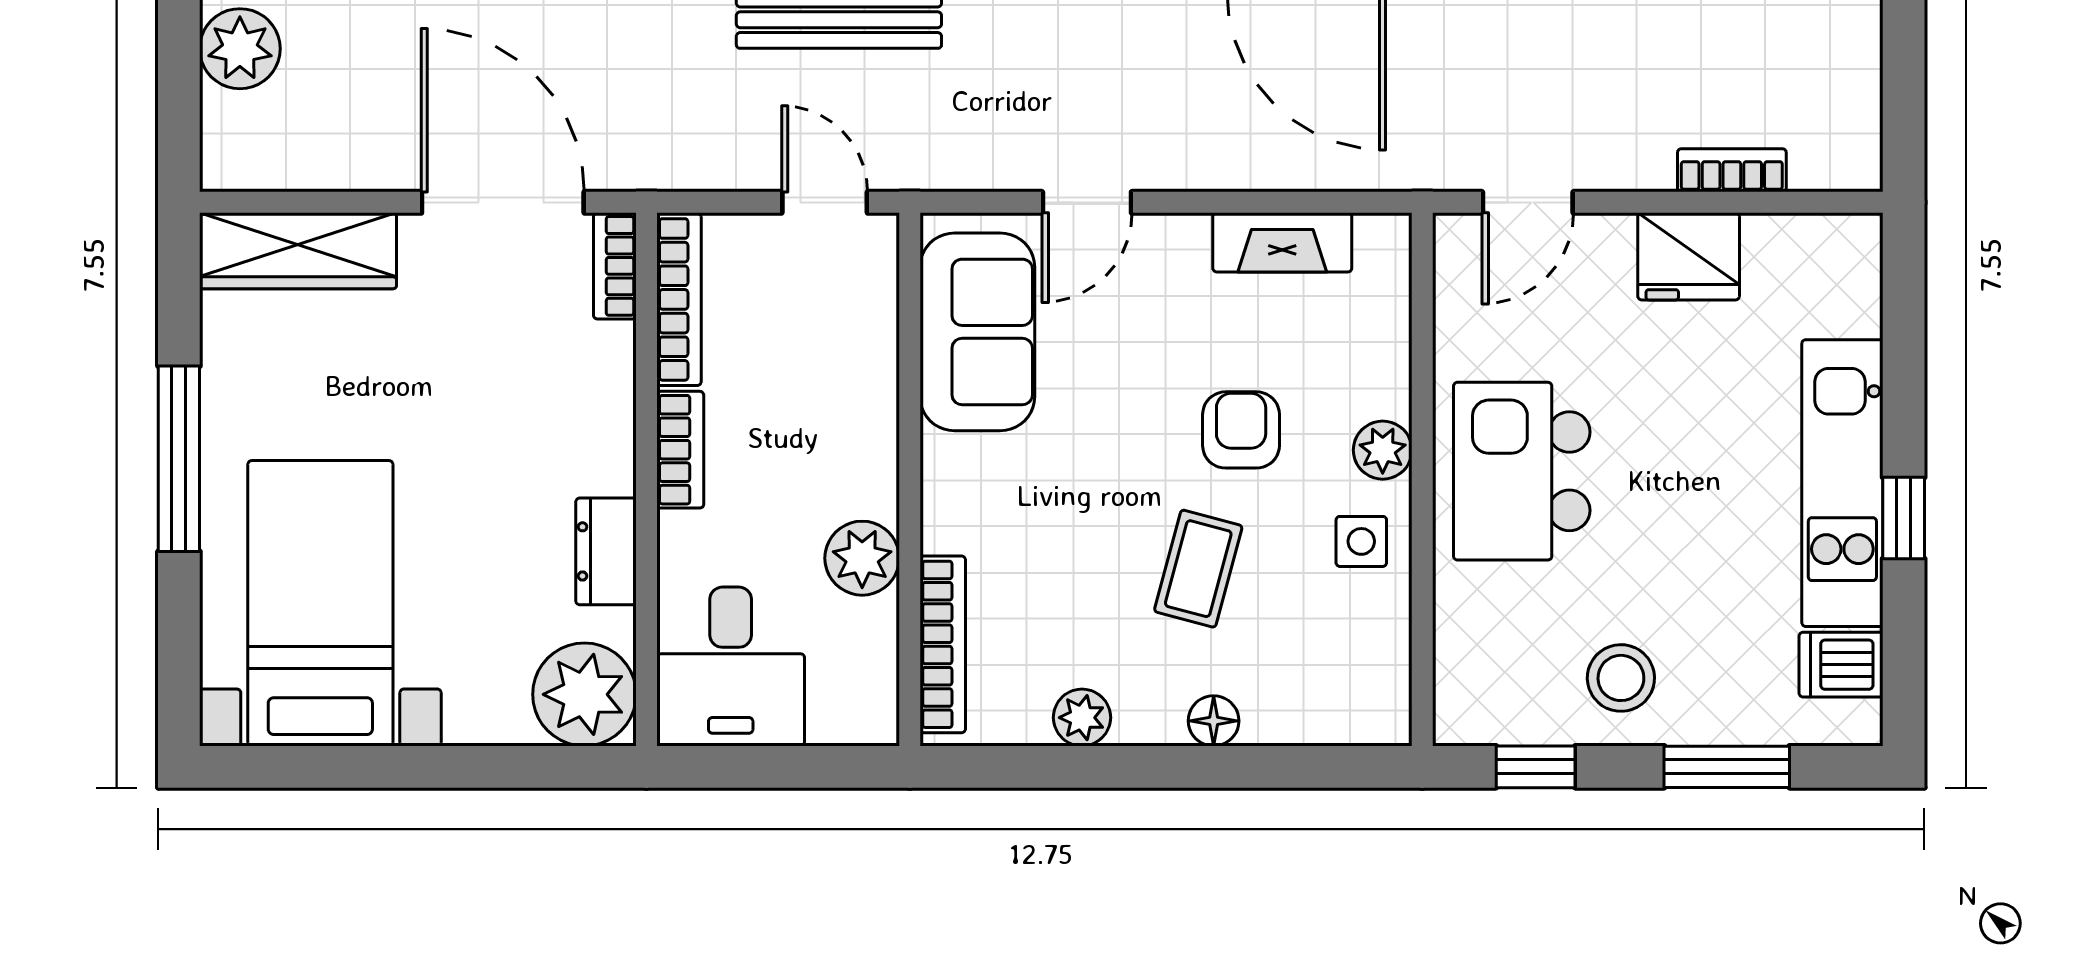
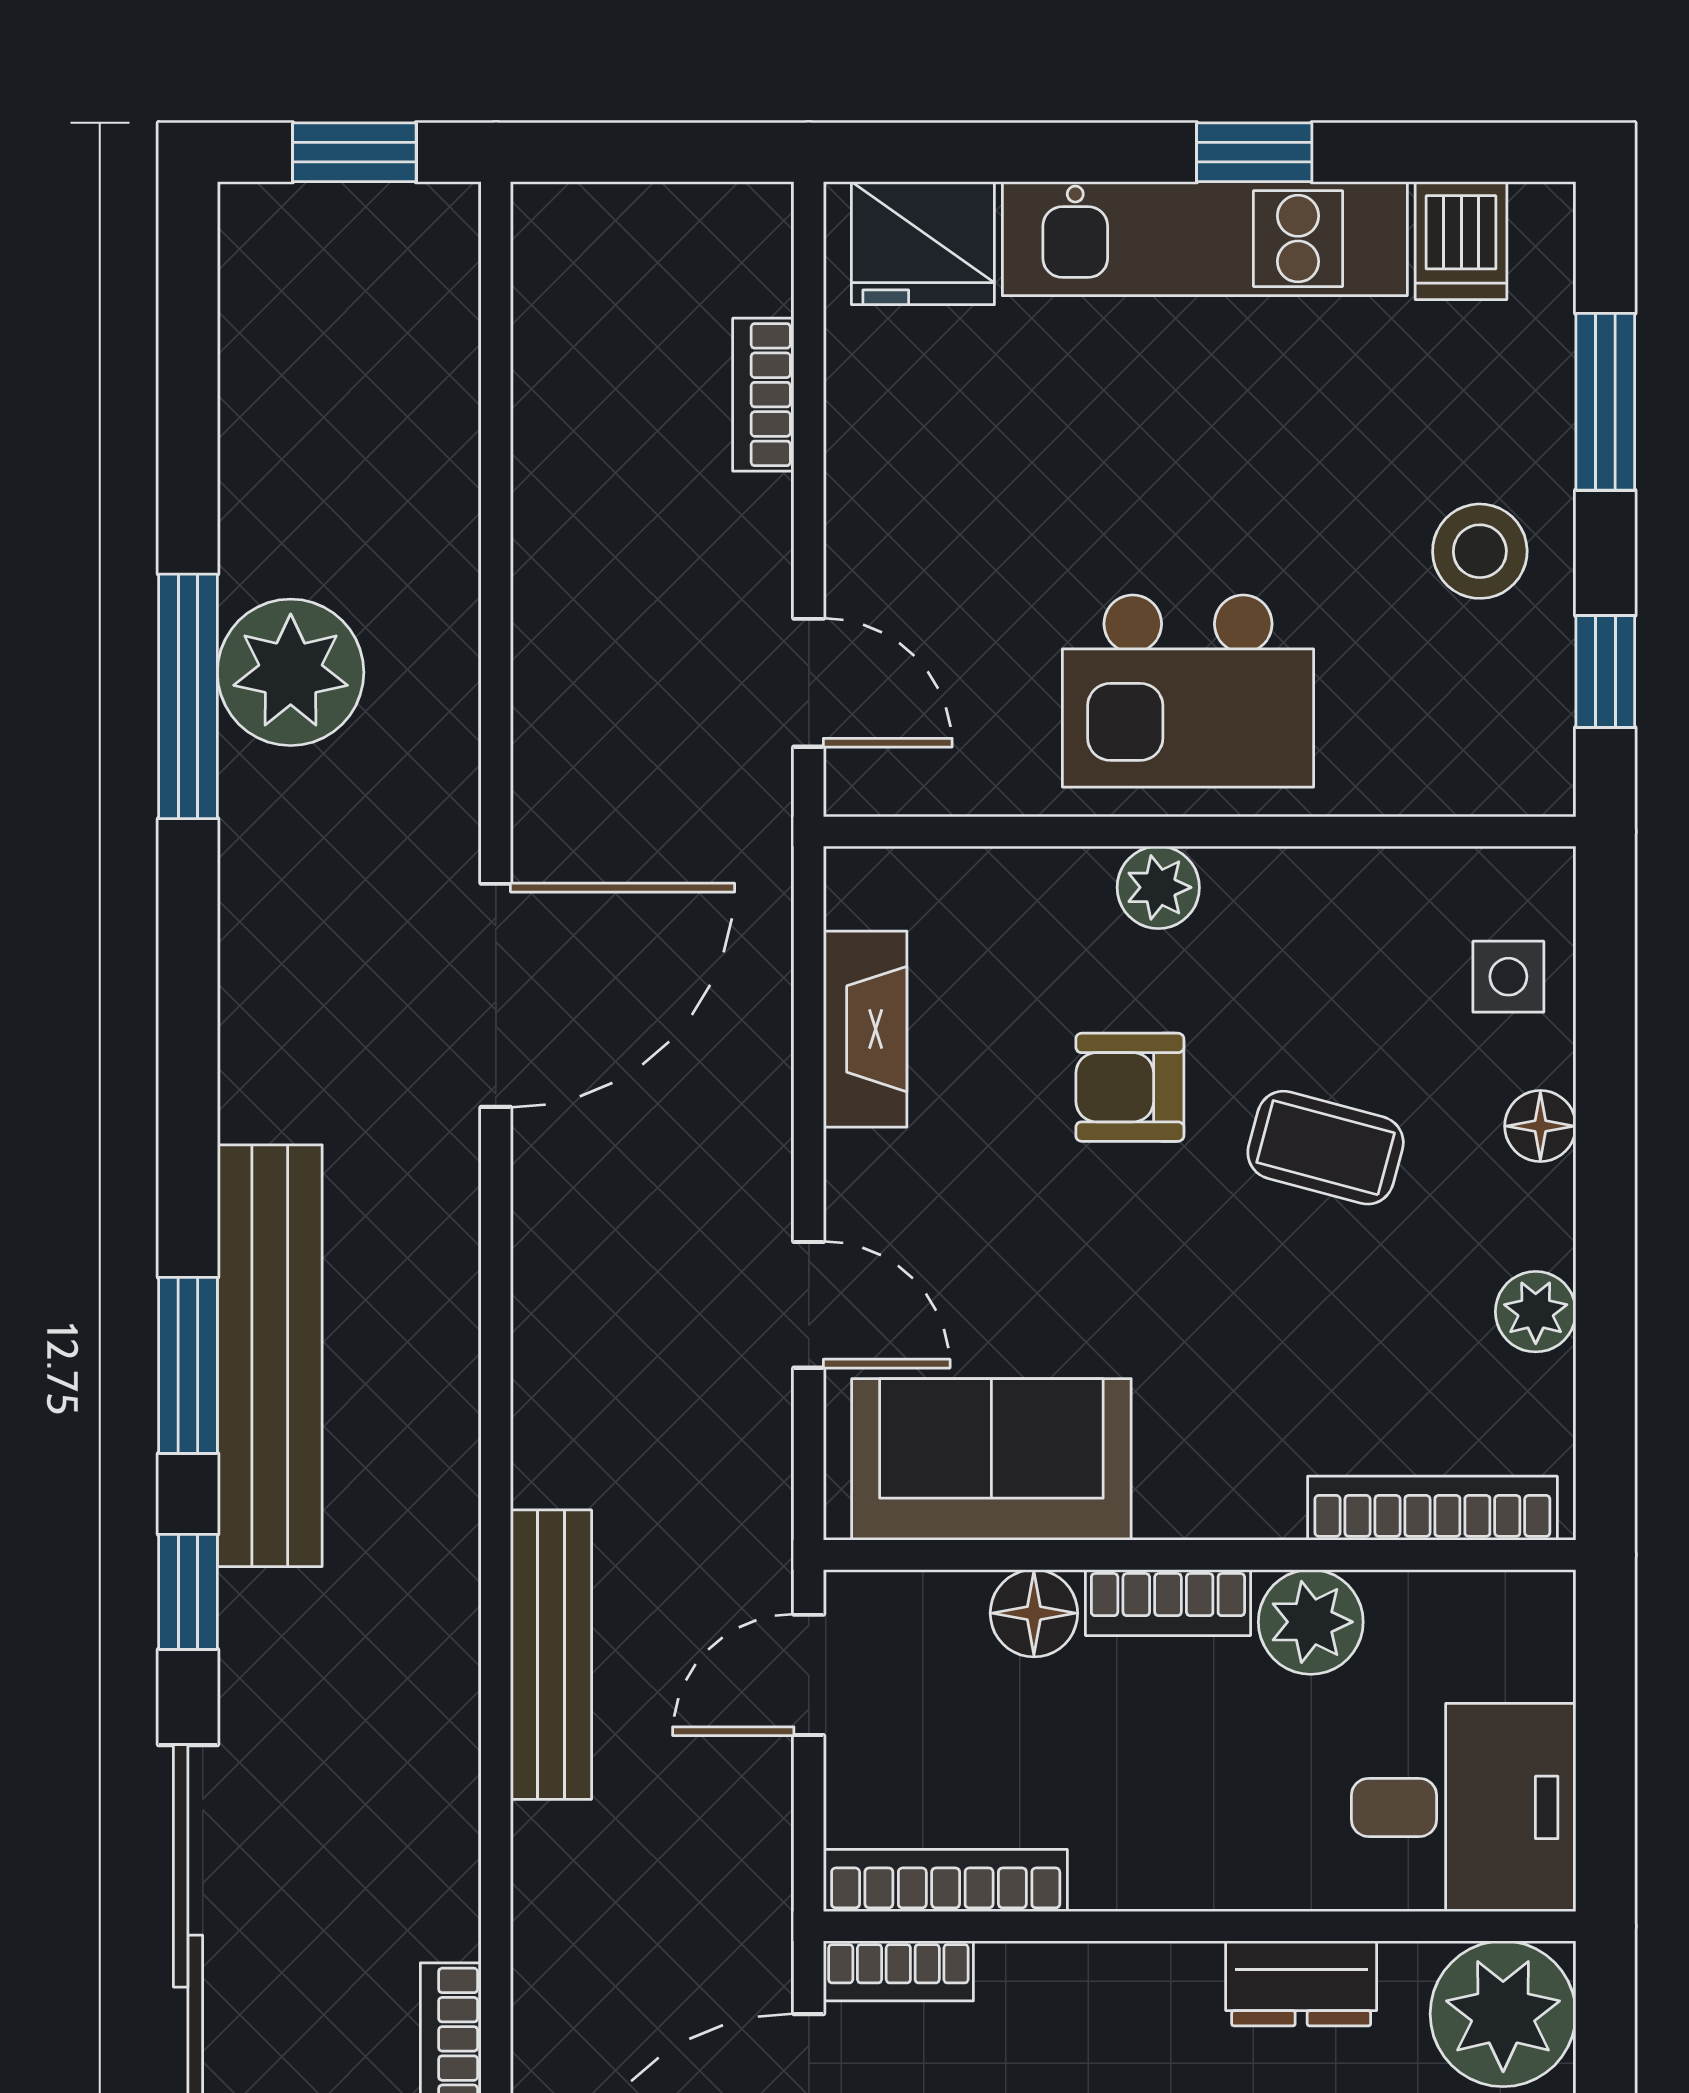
fridge: (1689, 256) -> (923, 243), moved, turned 90
floor lamp: (868, 362) -> (1034, 1613), added
bookcase: (680, 450) -> (1168, 1603), moved, turned 180
side table: (1361, 541) -> (1508, 977), moved

